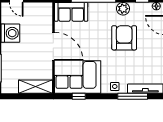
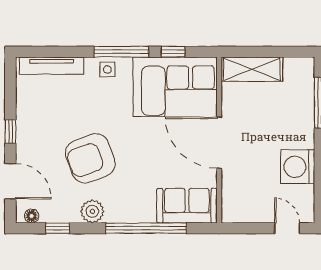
armchair: (124, 38) -> (90, 158), turned 70
window: (133, 96) -> (121, 52), moved

